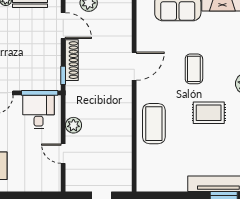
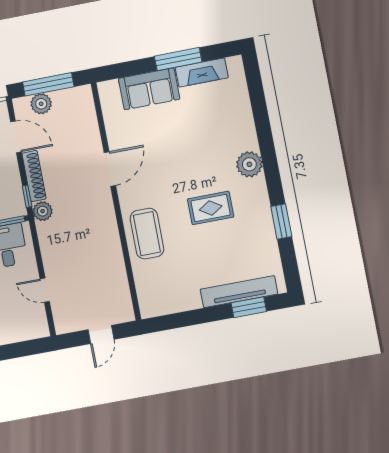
coffee table: (194, 69) -> (183, 159), removed
plant: (73, 125) -> (43, 211), moved

